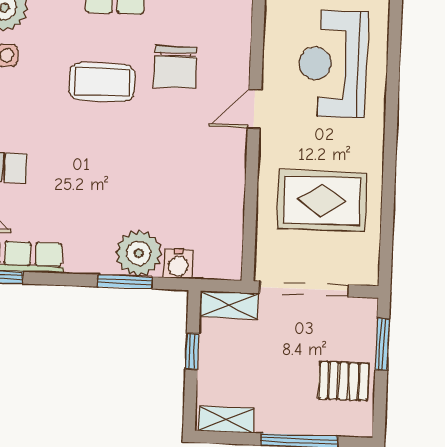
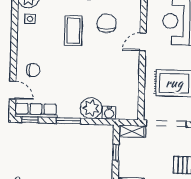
chair: (175, 67) -> (107, 23), turned 180
coffee table: (102, 82) -> (73, 31), turned 90
window: (125, 282) -> (68, 121), moved

